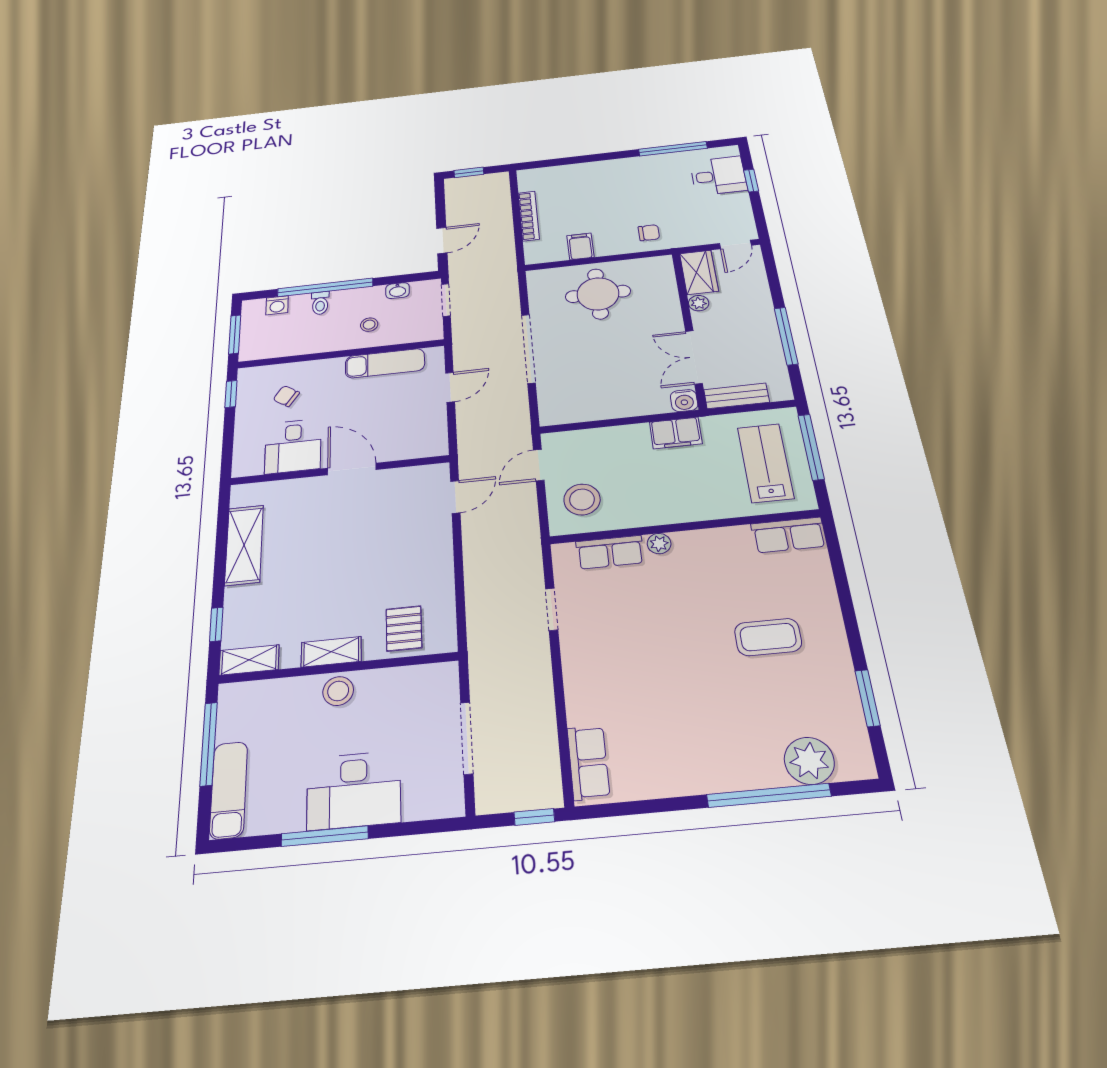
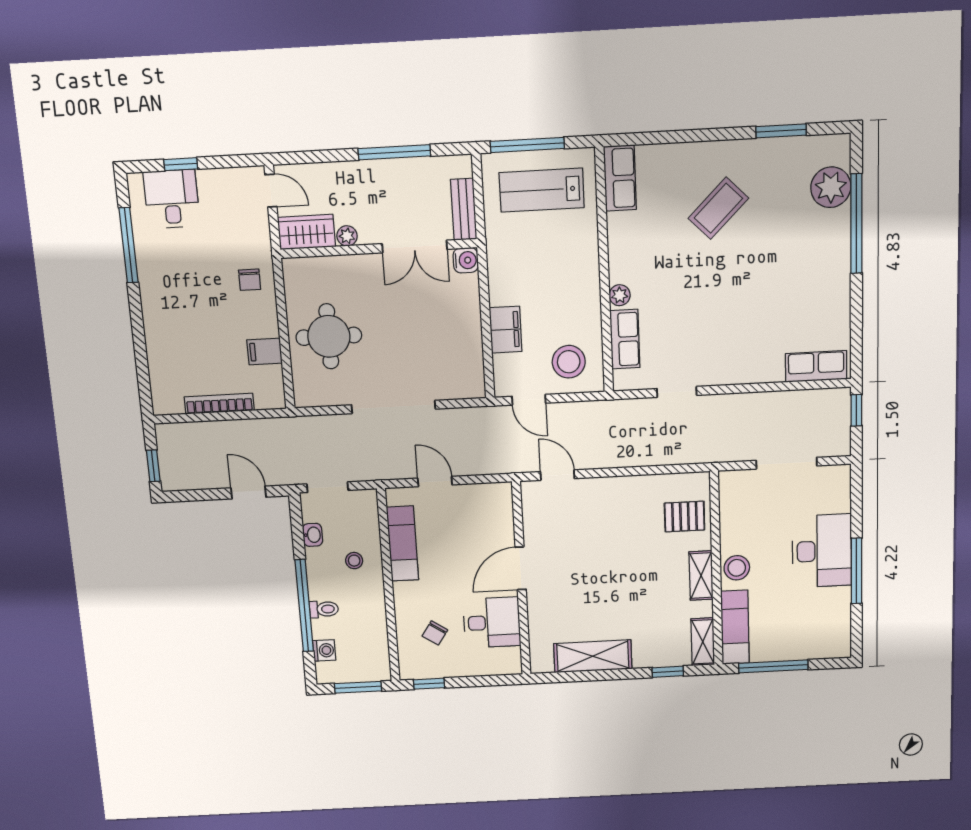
chair: (649, 233) -> (250, 280), turned 180
filing cabinet: (676, 433) -> (505, 330), moved
coffee table: (768, 637) -> (718, 208), turned 45
exam couch: (229, 790) -> (735, 627), moved, turned 90

